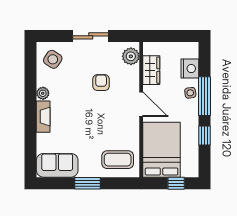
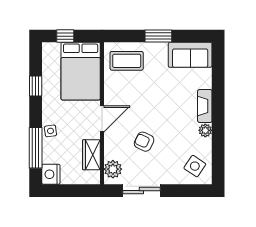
sliding door: (91, 36) -> (141, 191), moved
nightstand: (190, 69) -> (51, 174), moved
armchair: (101, 83) -> (144, 142), turned 115
window: (204, 96) -> (36, 148), moved
door: (141, 104) -> (102, 119), swing flipped

